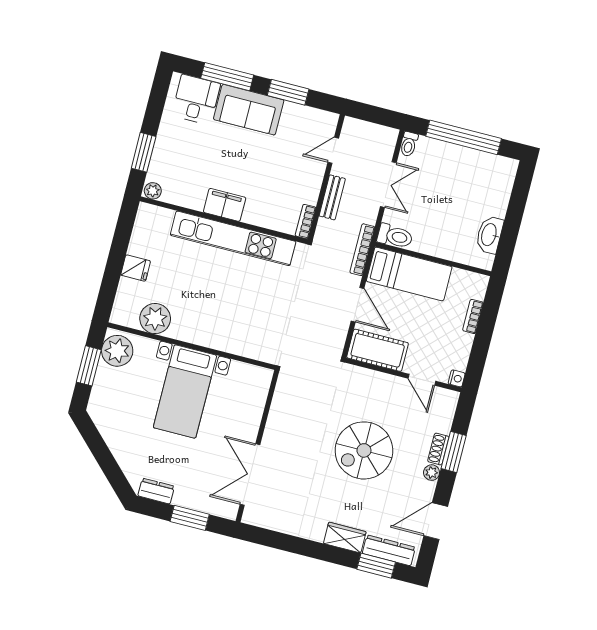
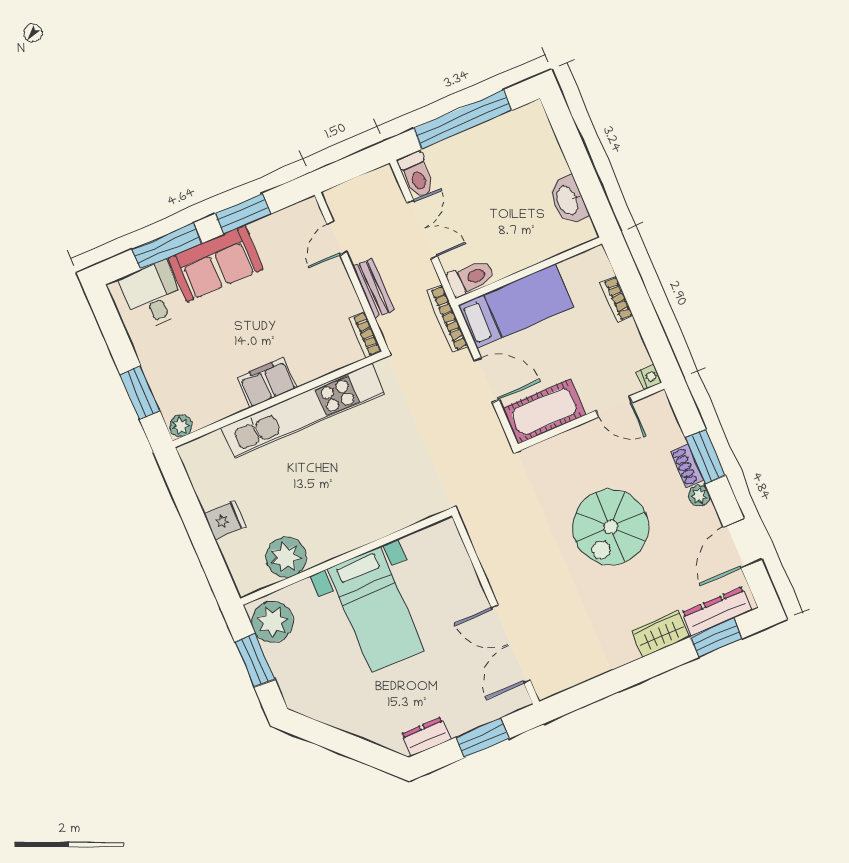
toilet: (409, 144) -> (417, 175), width x1.37, depth x1.39

